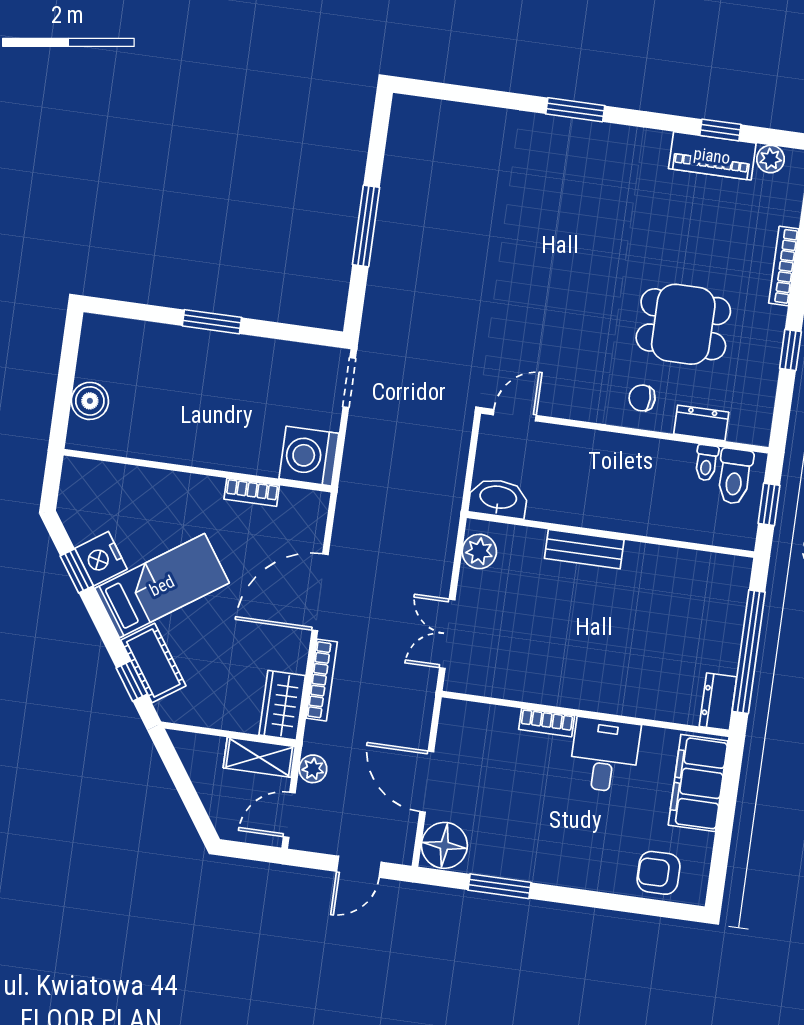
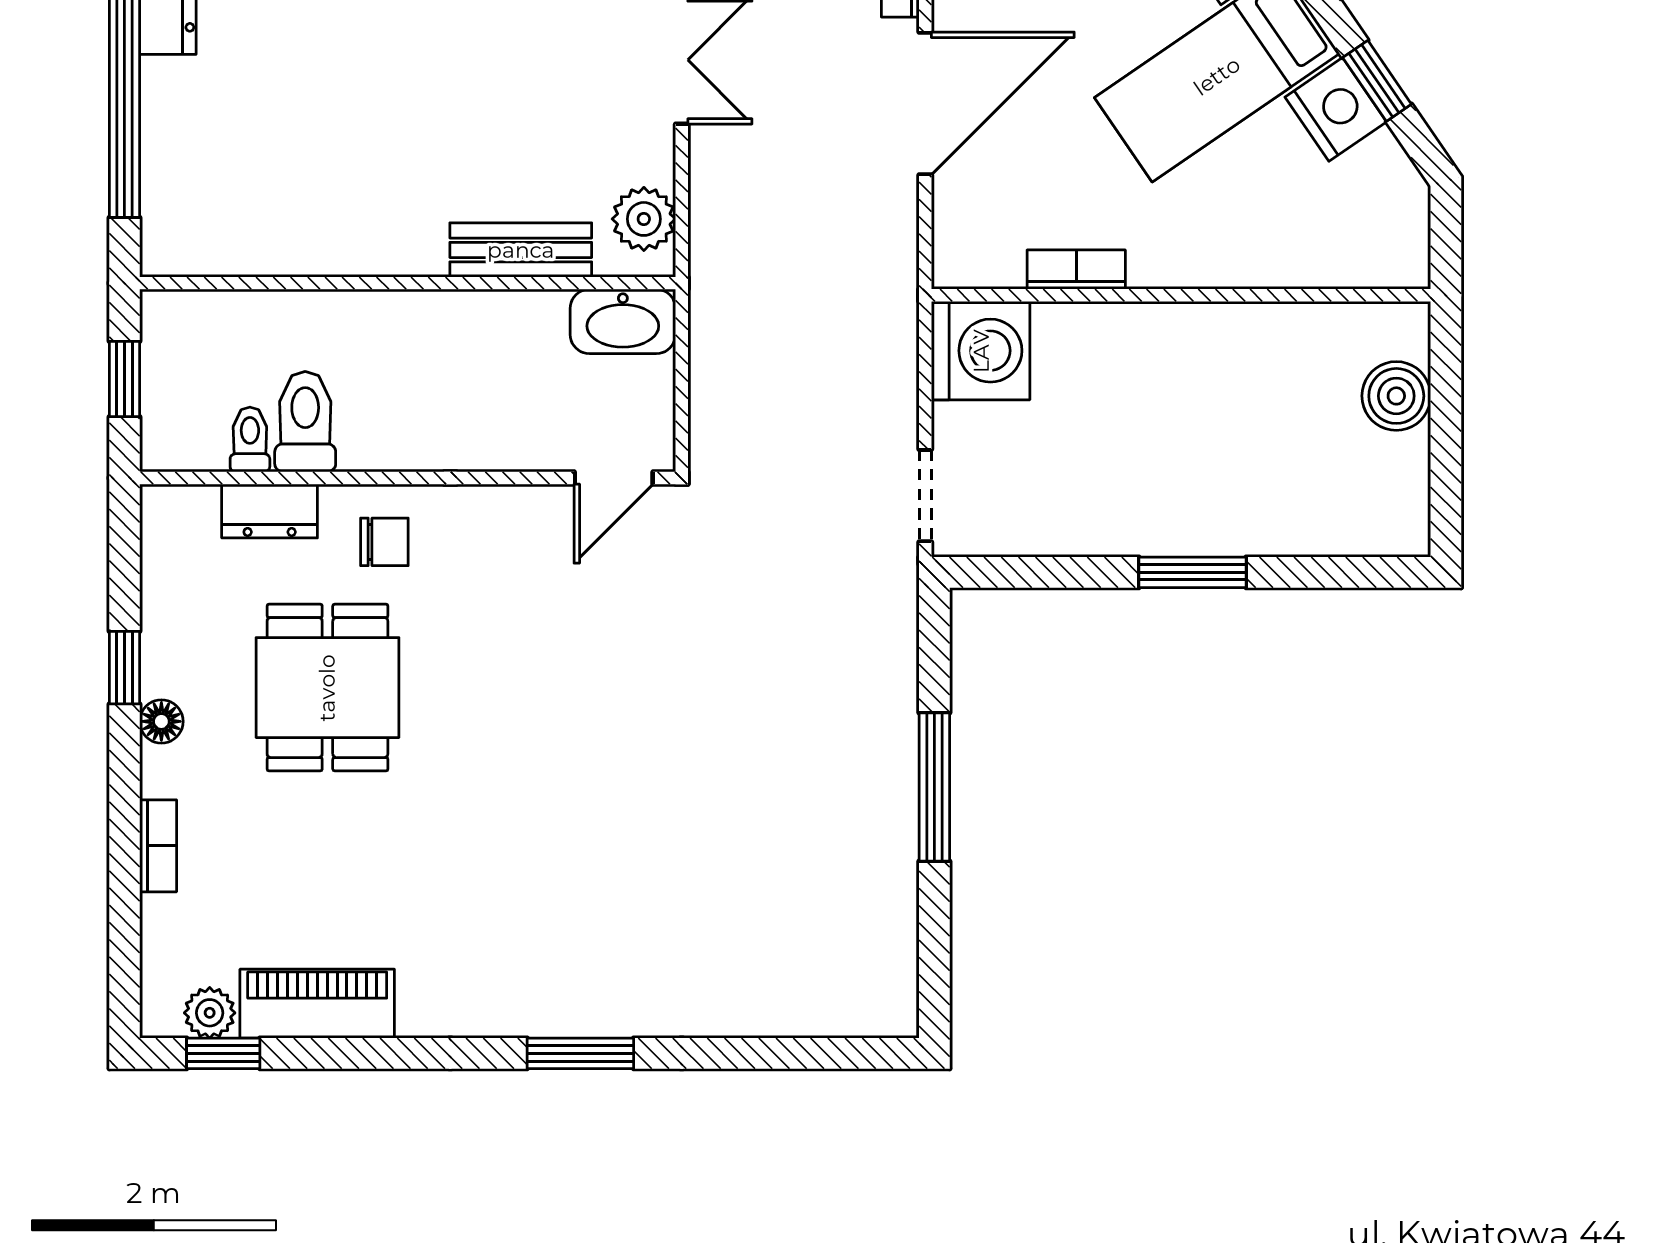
window: (720, 130) -> (223, 1053), moved
bookcase: (784, 266) -> (158, 846), width x0.64
floor lamp: (775, 318) -> (161, 721), added
dining table: (683, 324) -> (327, 688), turned 90
toilet: (735, 476) -> (305, 422), moved
bench: (584, 549) -> (521, 250), moved

